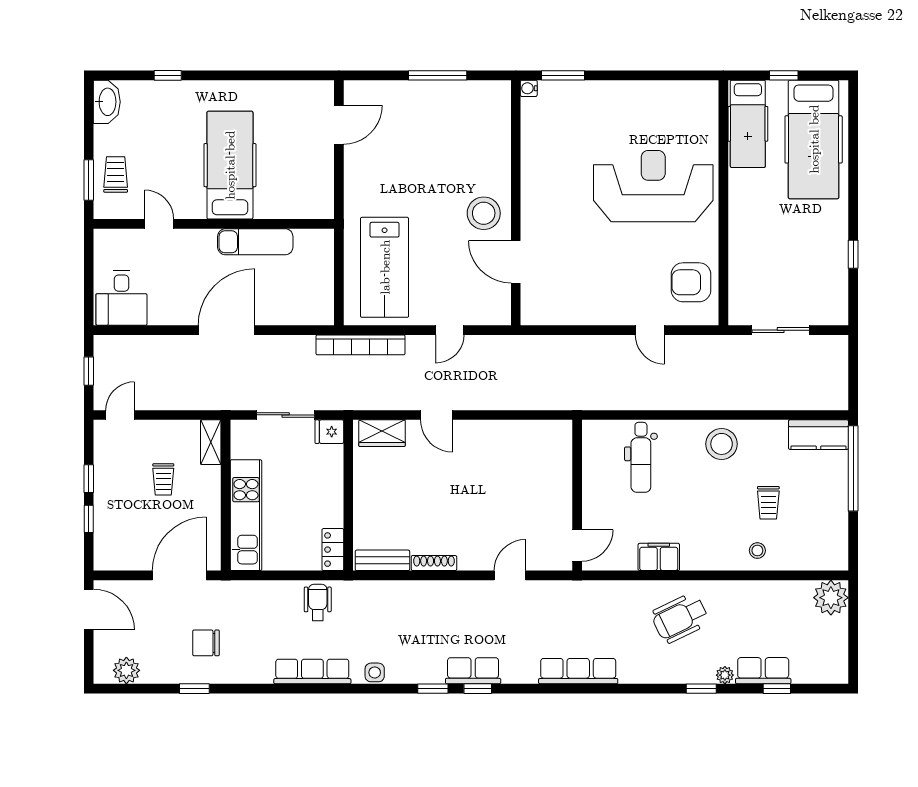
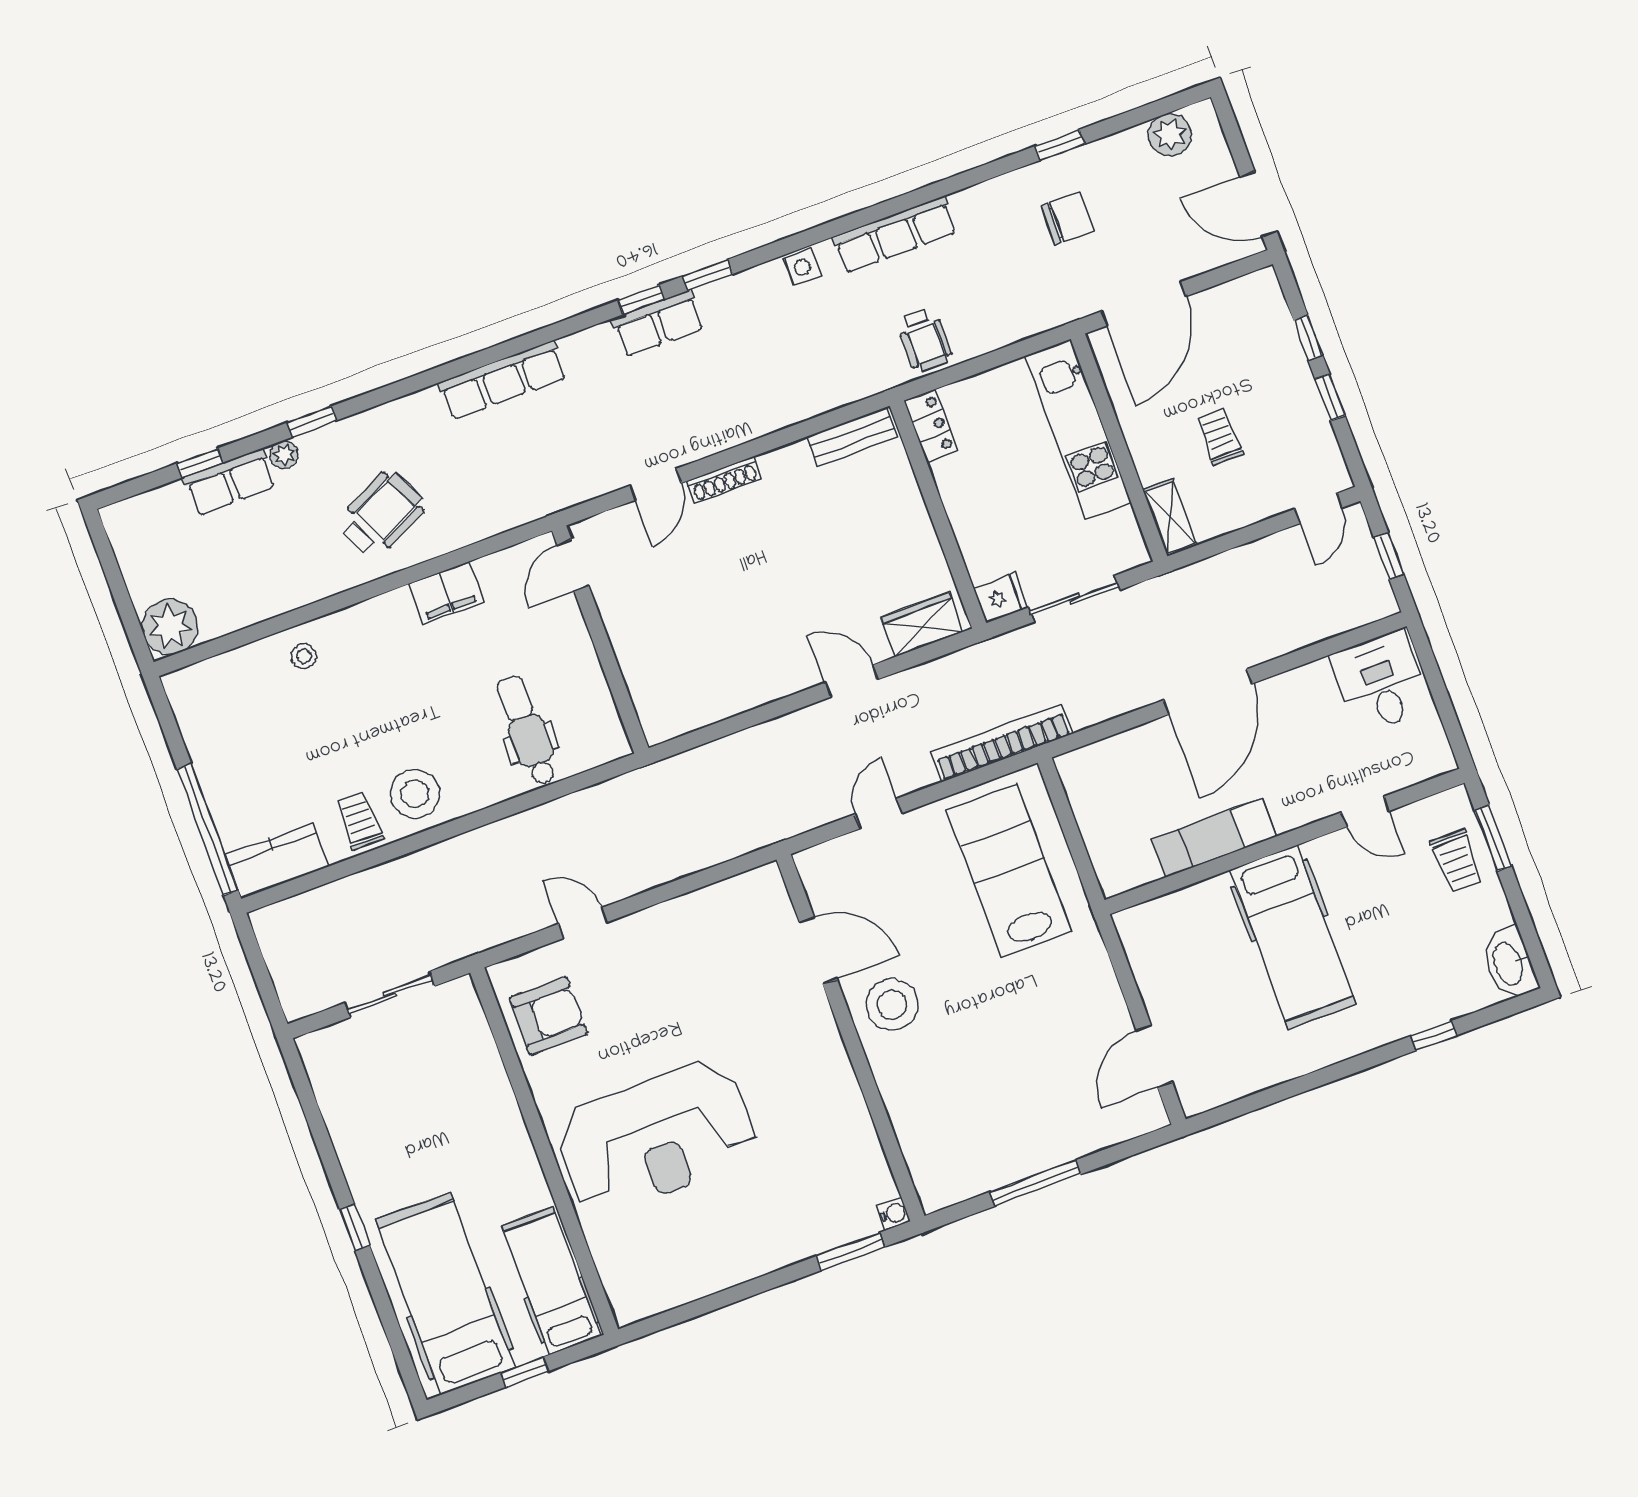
window: (853, 254) -> (355, 1228), moved
trolley: (768, 503) -> (360, 821), moved
shoe rack: (434, 563) -> (724, 480), moved

